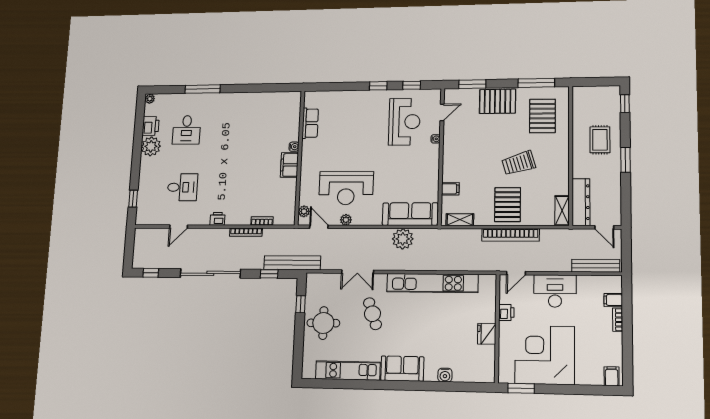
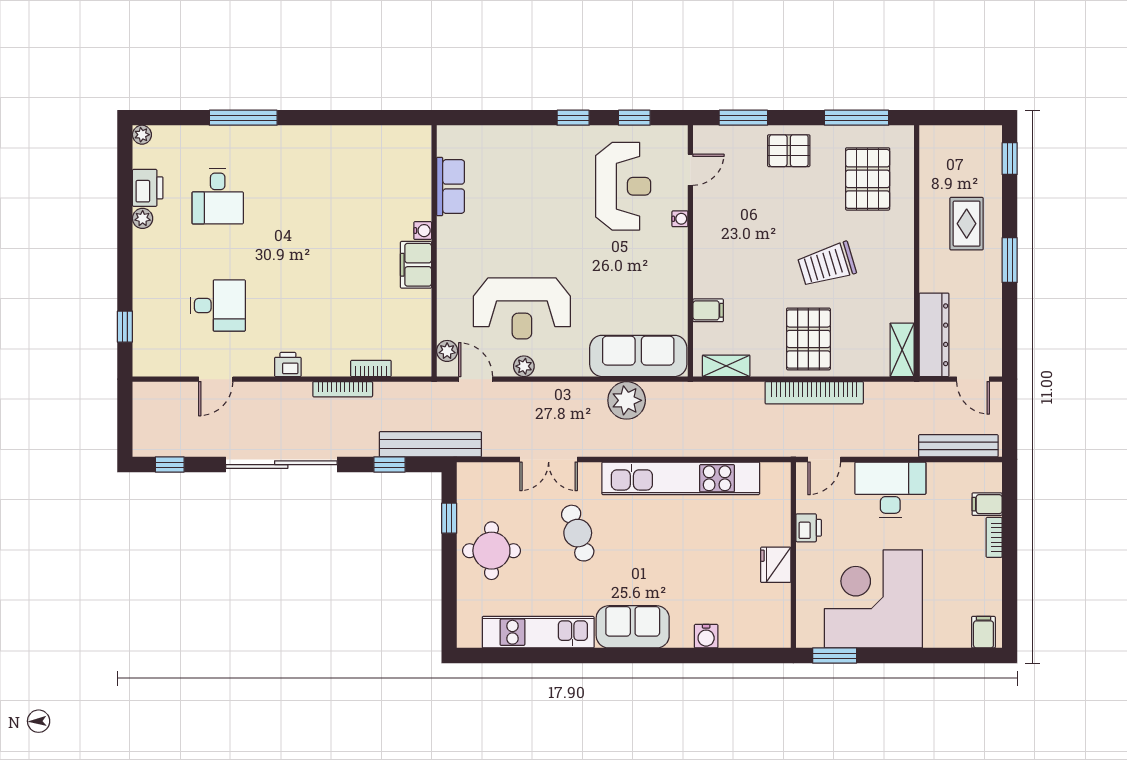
pallet: (498, 101) -> (789, 151), width x0.67, depth x0.71
plant: (151, 146) -> (143, 218), width x0.53, depth x0.53

